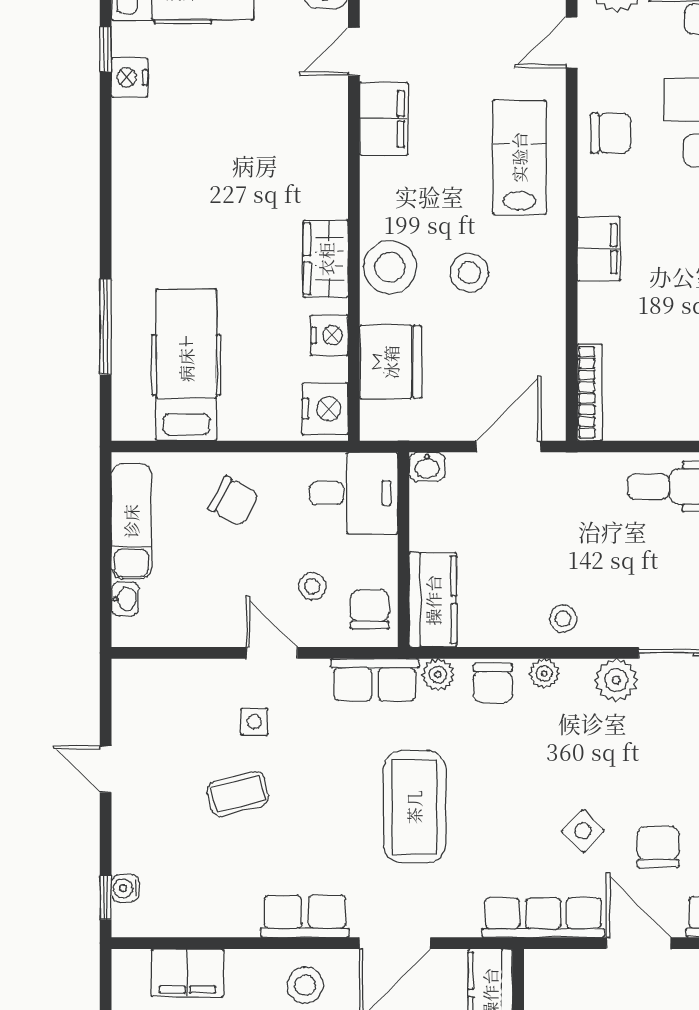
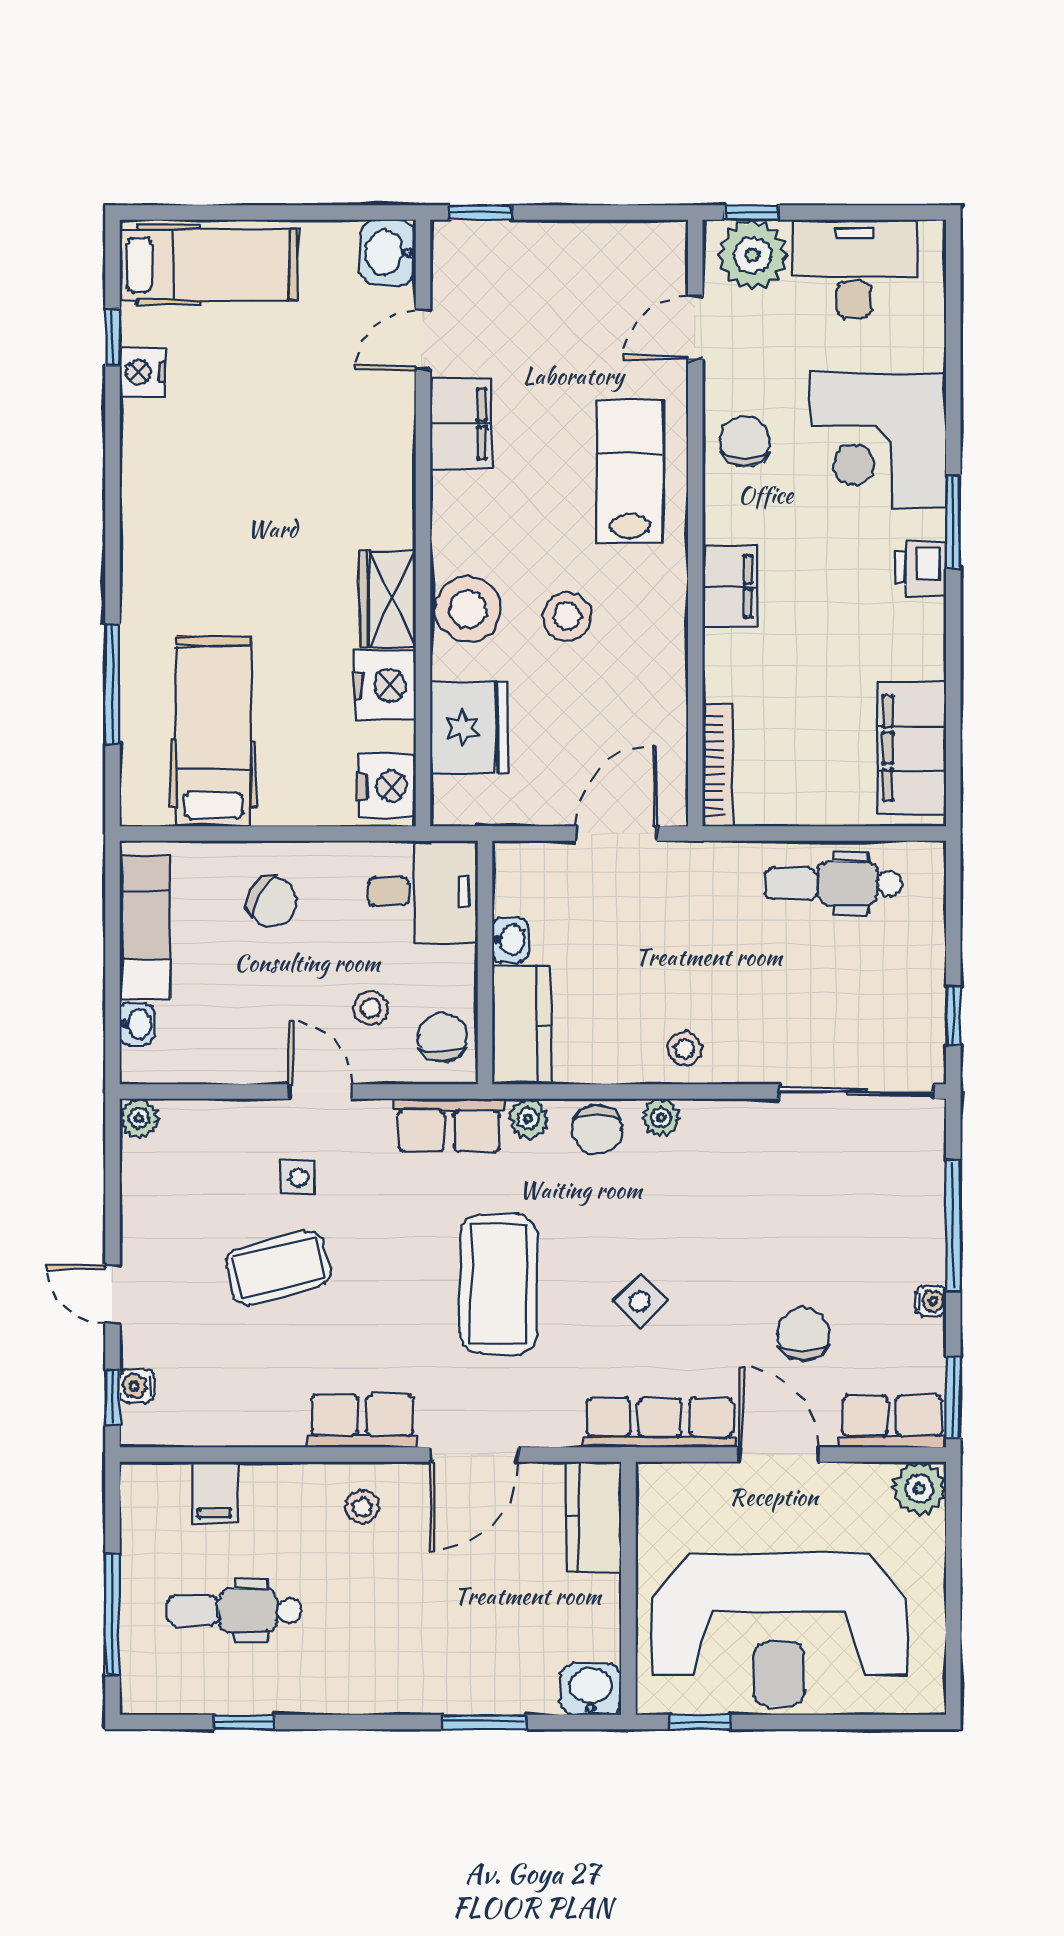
chair: (611, 133) -> (744, 442), turned -90
nightstand: (329, 335) -> (385, 685), width x1.36, depth x1.33
washbasin: (427, 467) -> (510, 940), moved, turned -90
plant: (616, 680) -> (139, 1118), moved, width x0.73, depth x0.73
door: (106, 769) -> (112, 1294), moved
coffee table: (238, 794) -> (278, 1268), width x1.36, depth x1.30
side table: (583, 831) -> (640, 1301), moved
filing cabinet: (187, 973) -> (215, 1492), width x0.50
stool: (305, 985) -> (362, 1507), width x0.73, depth x0.73

